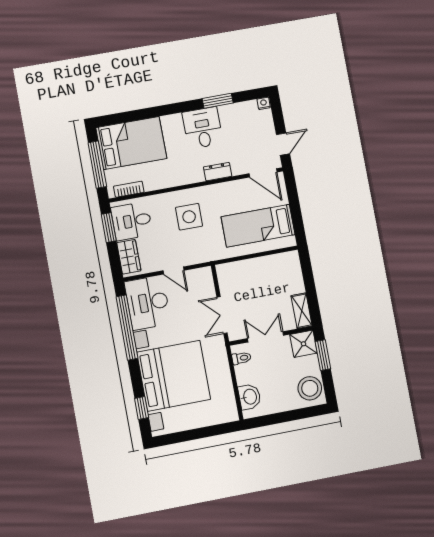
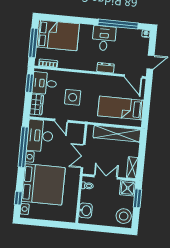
window: (218, 101) -> (118, 24), width x2.11
side table: (189, 217) -> (73, 97), moved
shelving: (264, 266) -> (117, 134), added

